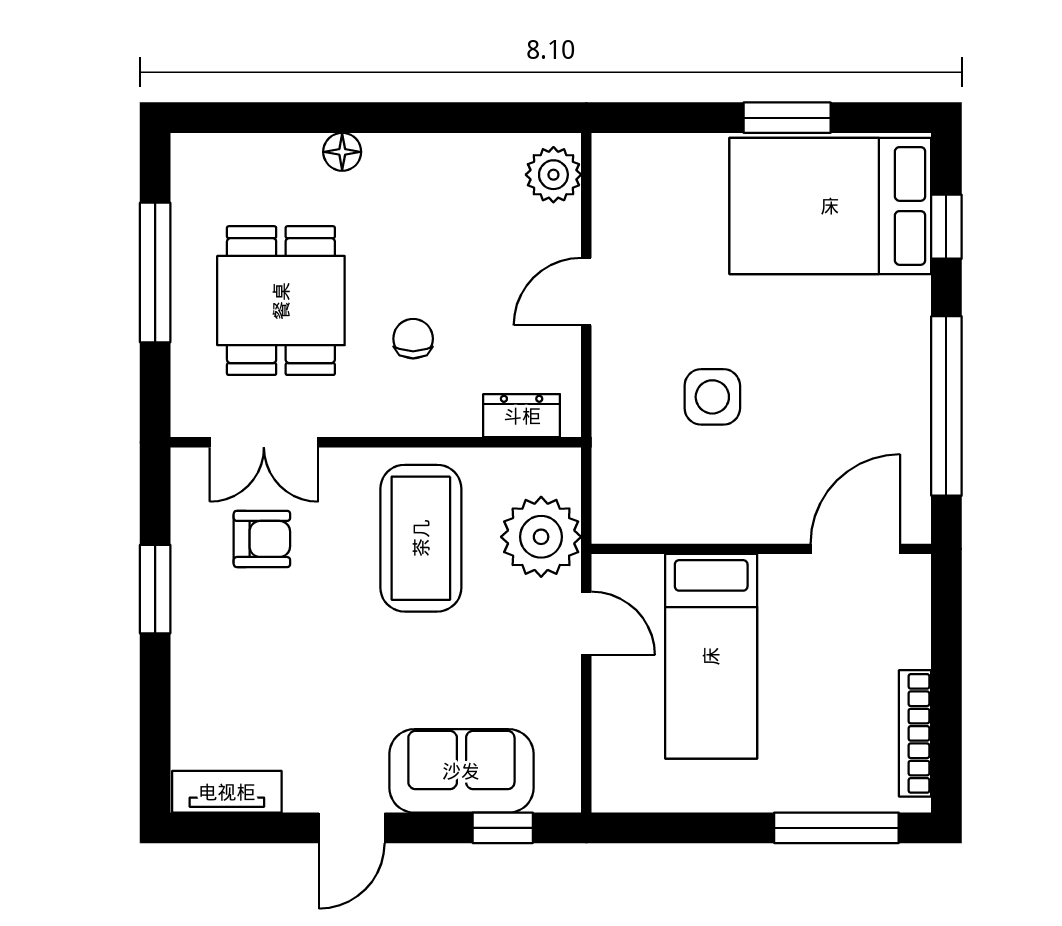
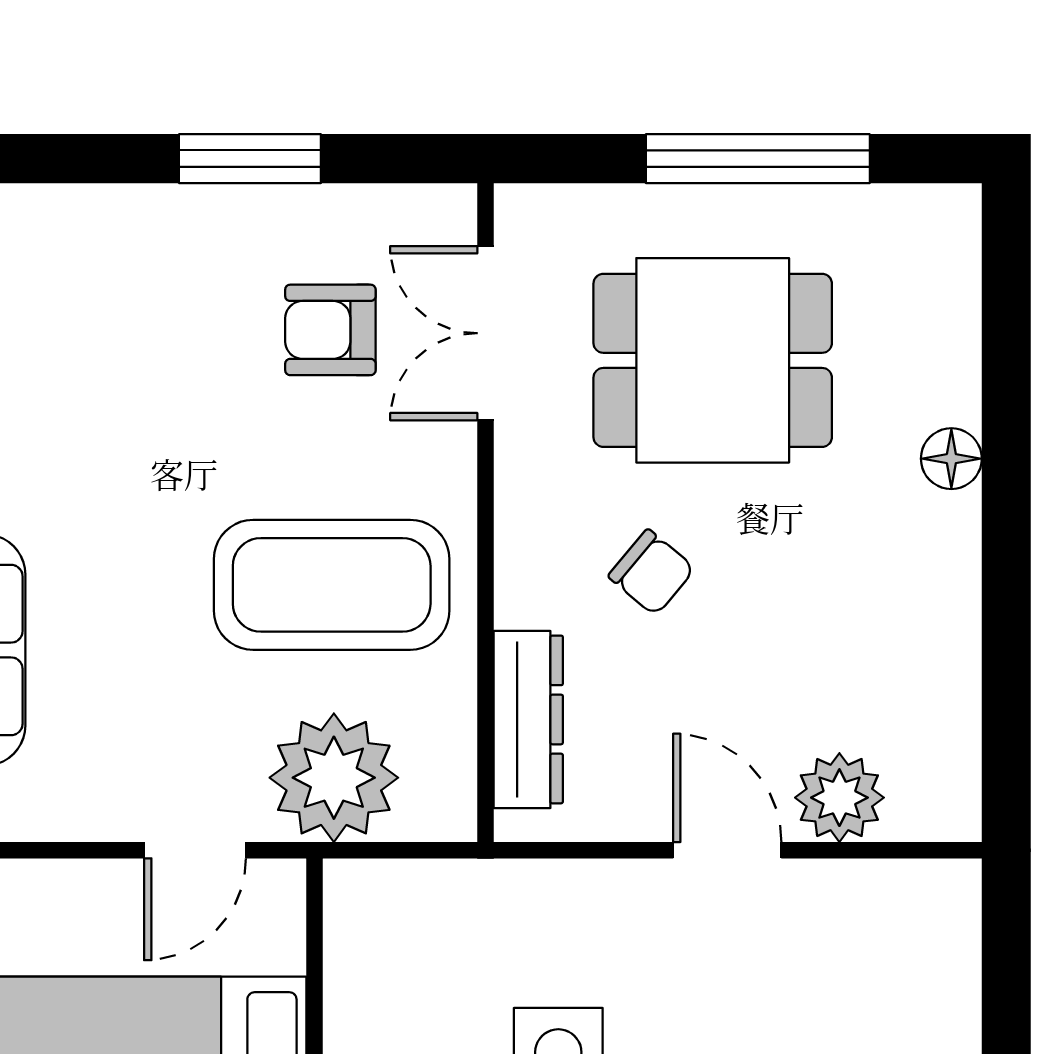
plant: (553, 175) -> (839, 798), moved
chair: (413, 339) -> (652, 572), turned 40
dresser: (522, 416) -> (528, 719), width x1.44
armchair: (262, 539) -> (330, 330), turned 90

